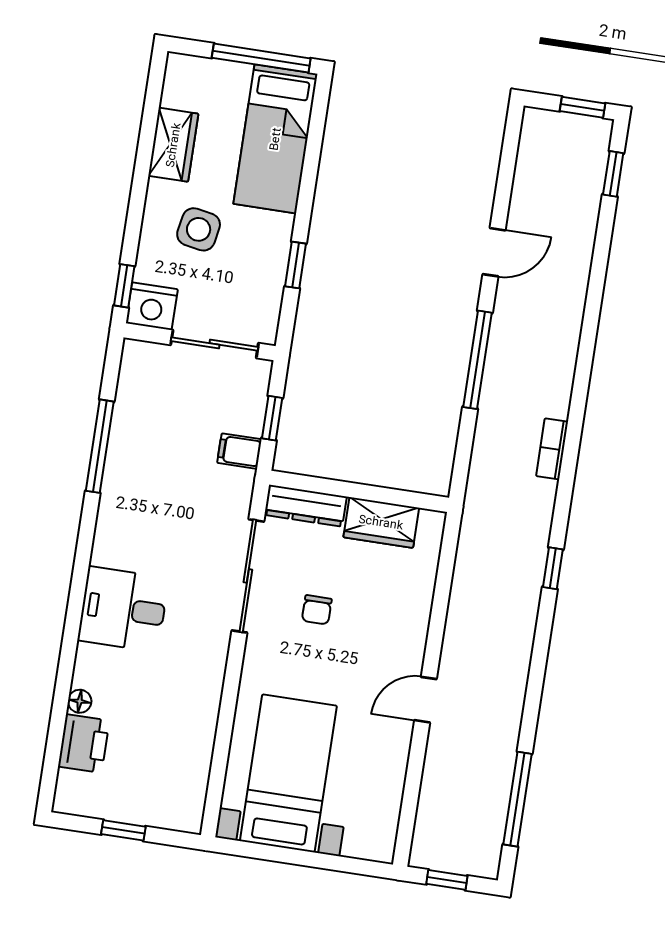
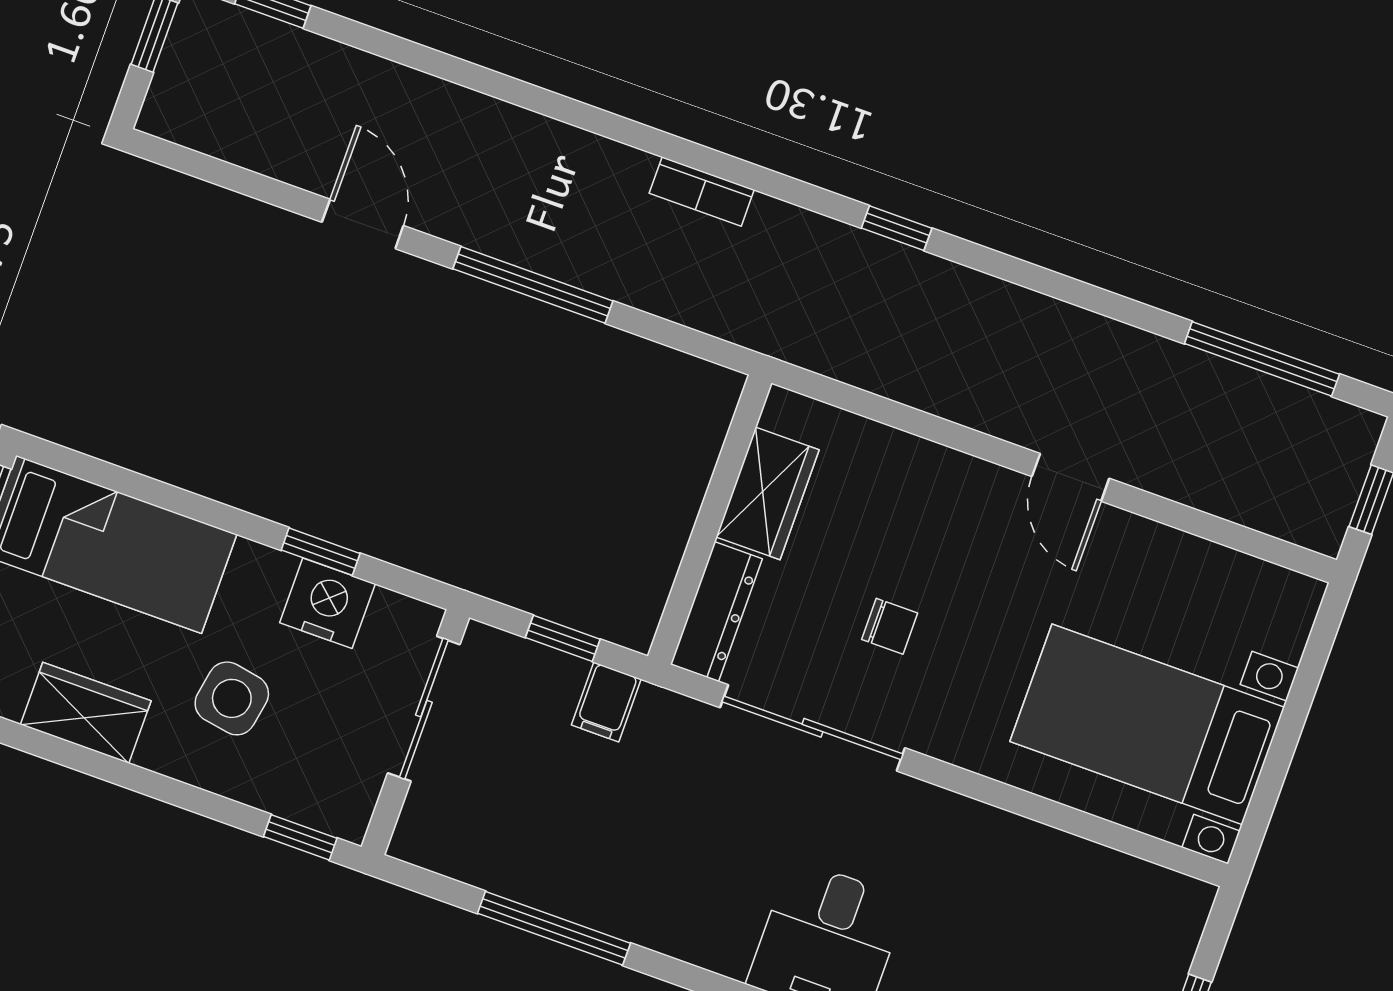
nightstand: (152, 306) -> (327, 603), moved, turned -90

